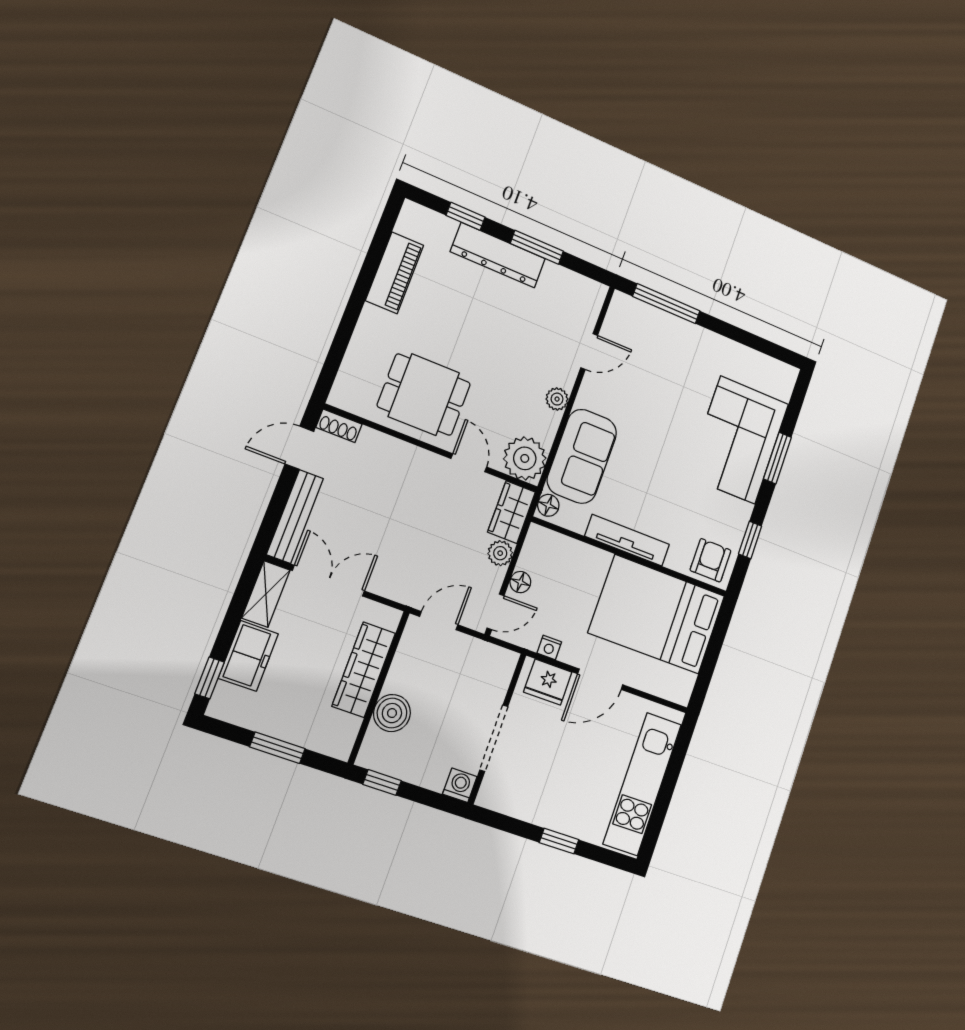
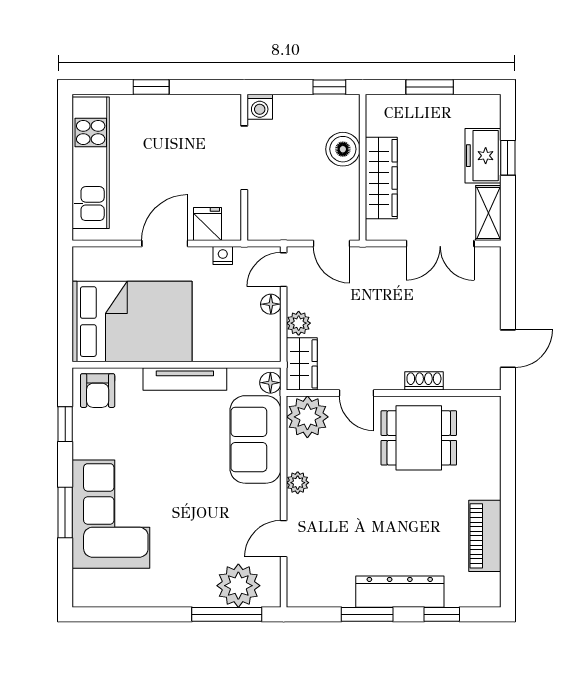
plant: (646, 326) -> (238, 586), added
shoe rack: (339, 426) -> (424, 381), moved
bench: (295, 516) -> (489, 288), removed
door: (439, 621) -> (332, 244), hinge flipped
window: (209, 678) -> (508, 158), moved
fridge: (548, 682) -> (208, 224), width x0.72

